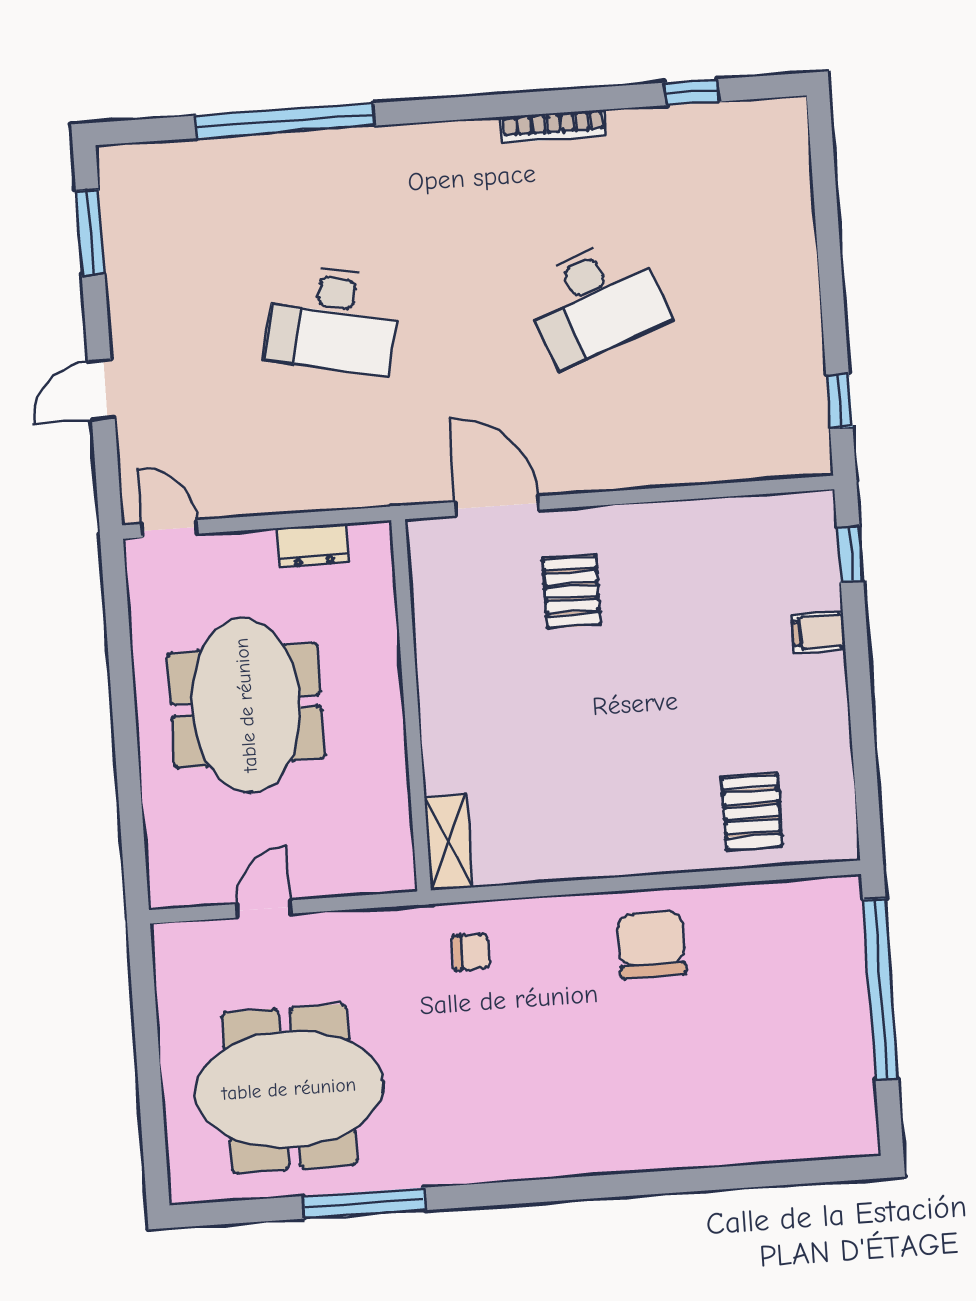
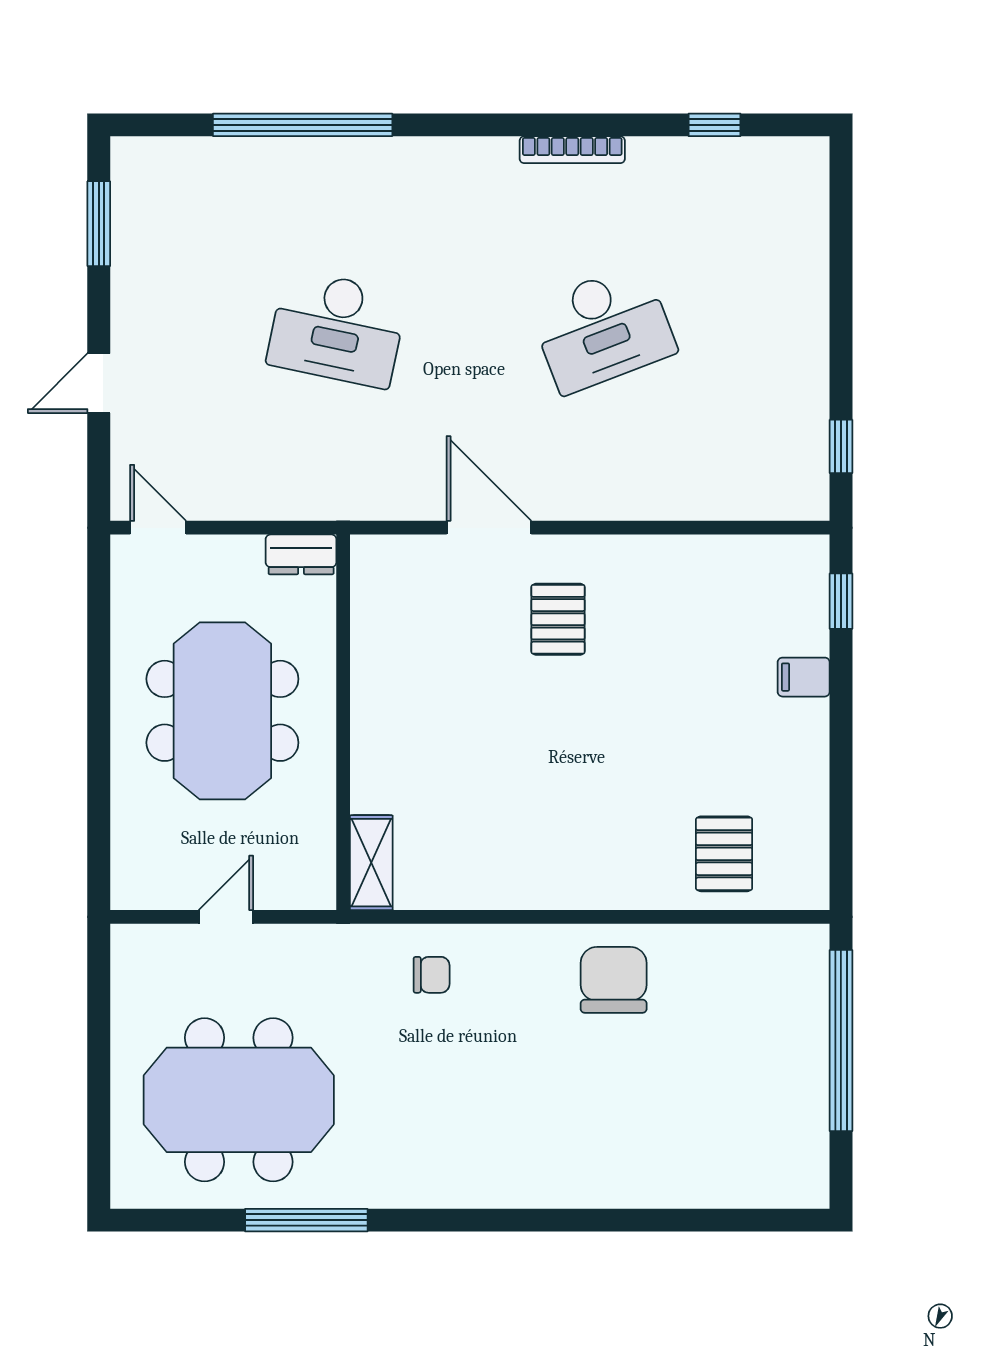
wall: (411, 705) -> (343, 722), moved
shelving: (449, 842) -> (371, 863), moved

